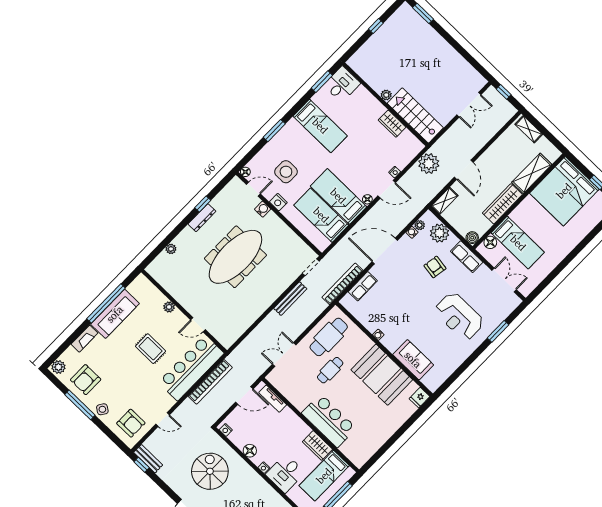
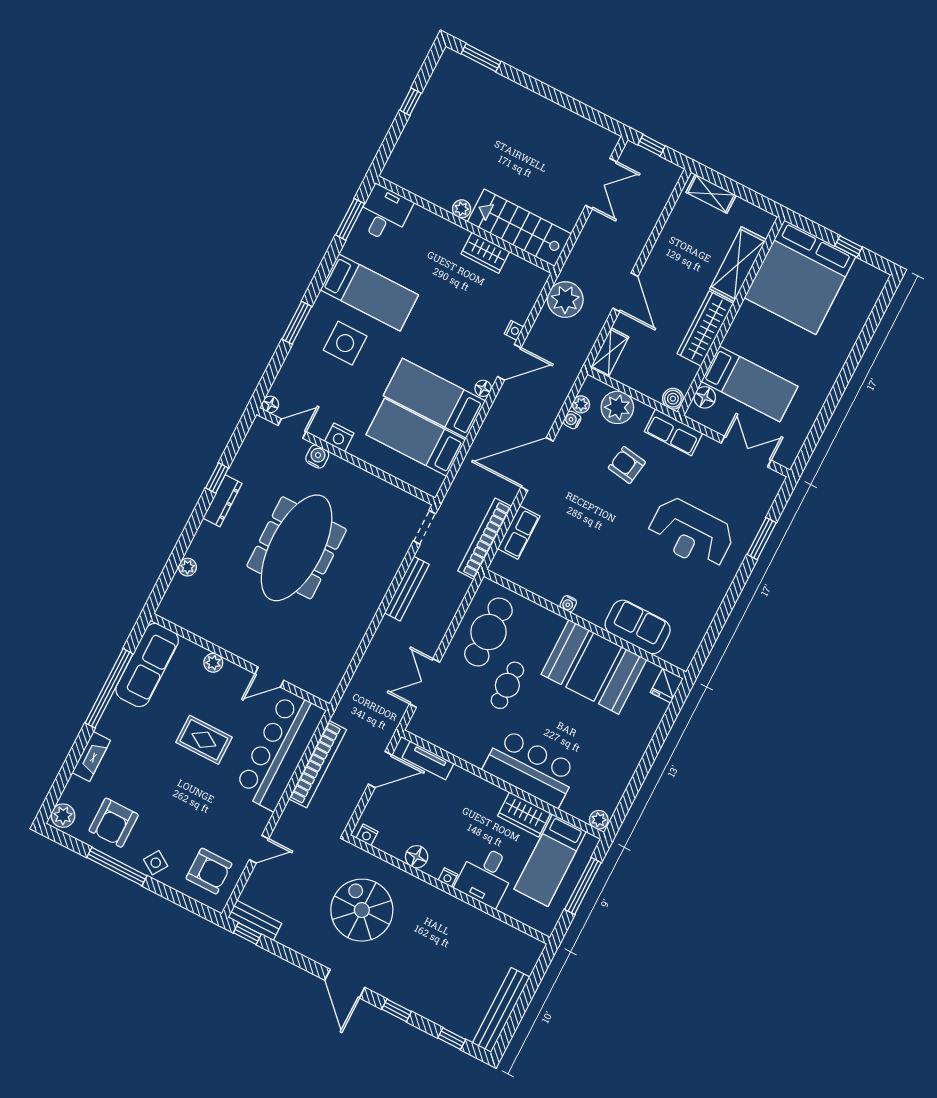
side table: (286, 172) -> (345, 343), moved
sofa: (115, 314) -> (147, 665), moved
plant: (358, 461) -> (599, 820), added

